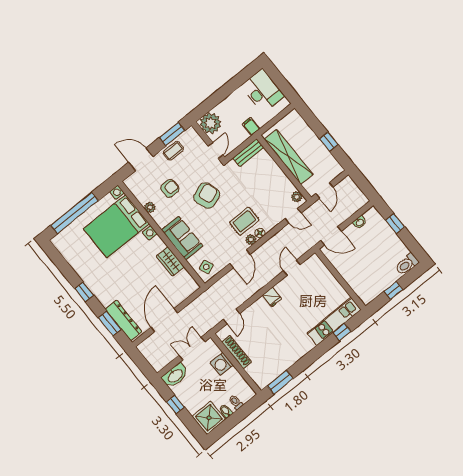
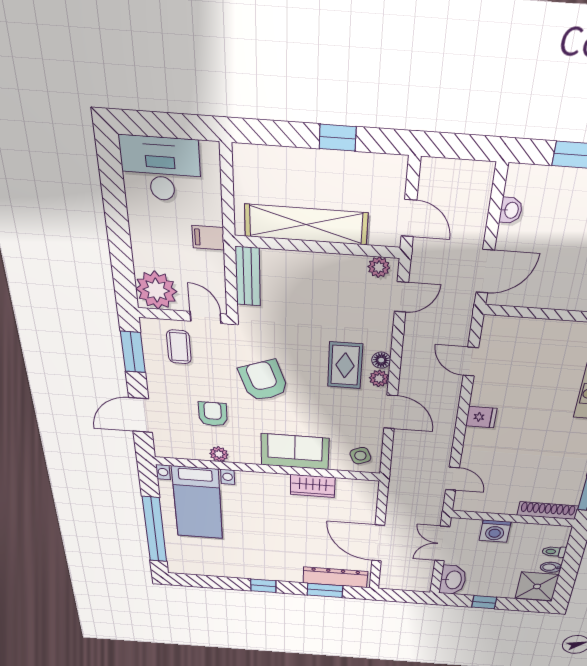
coffee table: (173, 151) -> (179, 347), moved
bed with nightstands: (116, 226) -> (198, 503), width x0.73
shoe rack: (236, 352) -> (548, 511), moved

